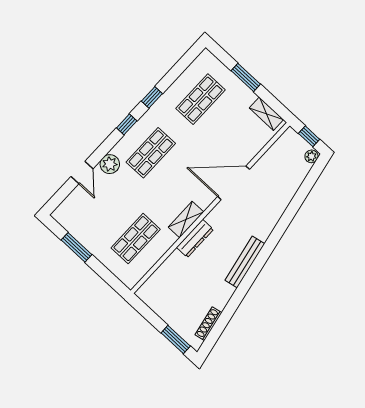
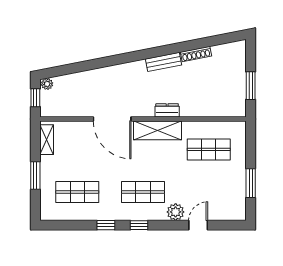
shelving: (186, 219) -> (157, 130), width x1.50, depth x1.33
dresser: (195, 238) -> (167, 110), width x0.70
bench: (245, 262) -> (163, 62), width x0.73
shoe rack: (208, 324) -> (196, 54), moved
window: (176, 340) -> (251, 86), moved

